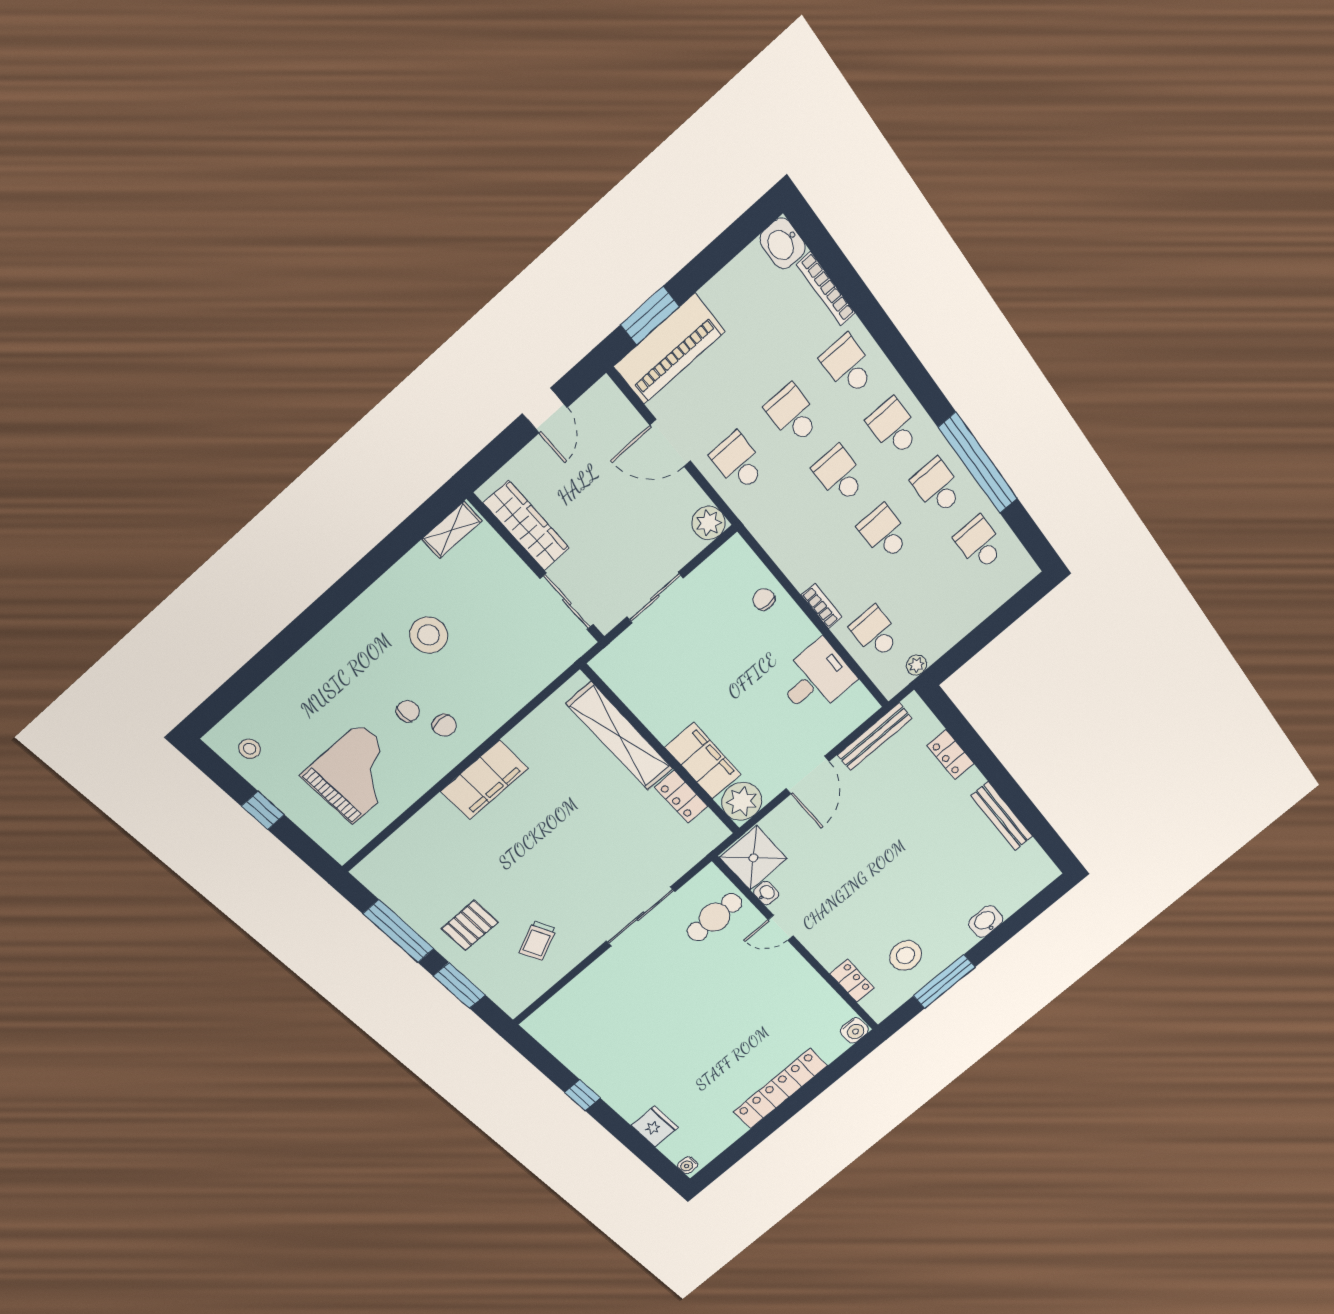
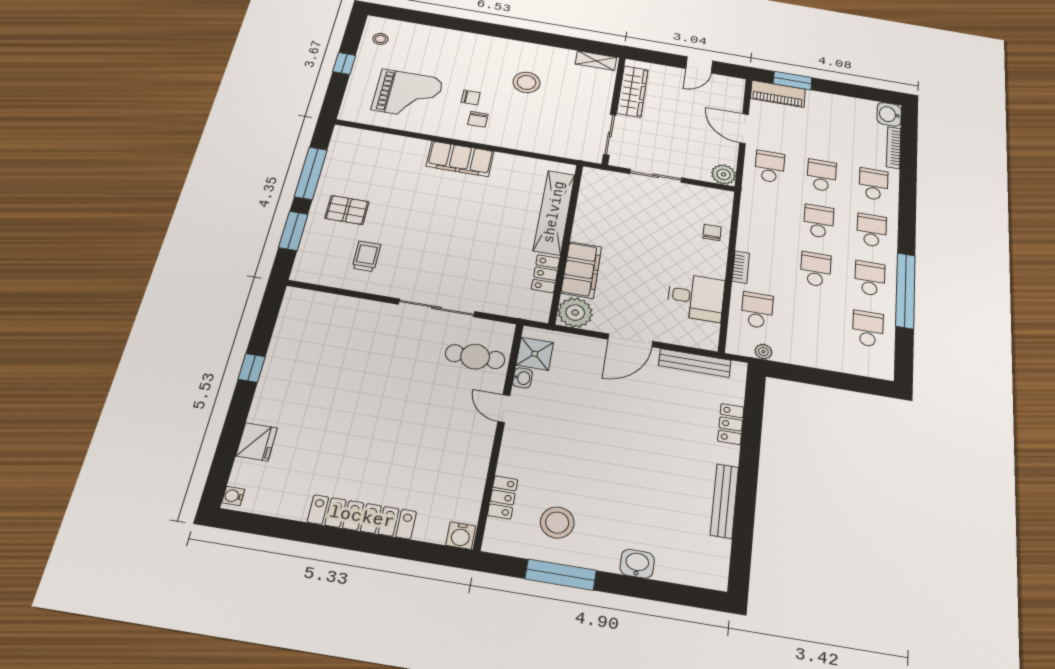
piano: (669, 349) -> (778, 94), width x0.73, depth x0.75
shower: (753, 858) -> (535, 354), width x0.73, depth x0.73
trolley: (538, 941) -> (366, 256), turned 115

